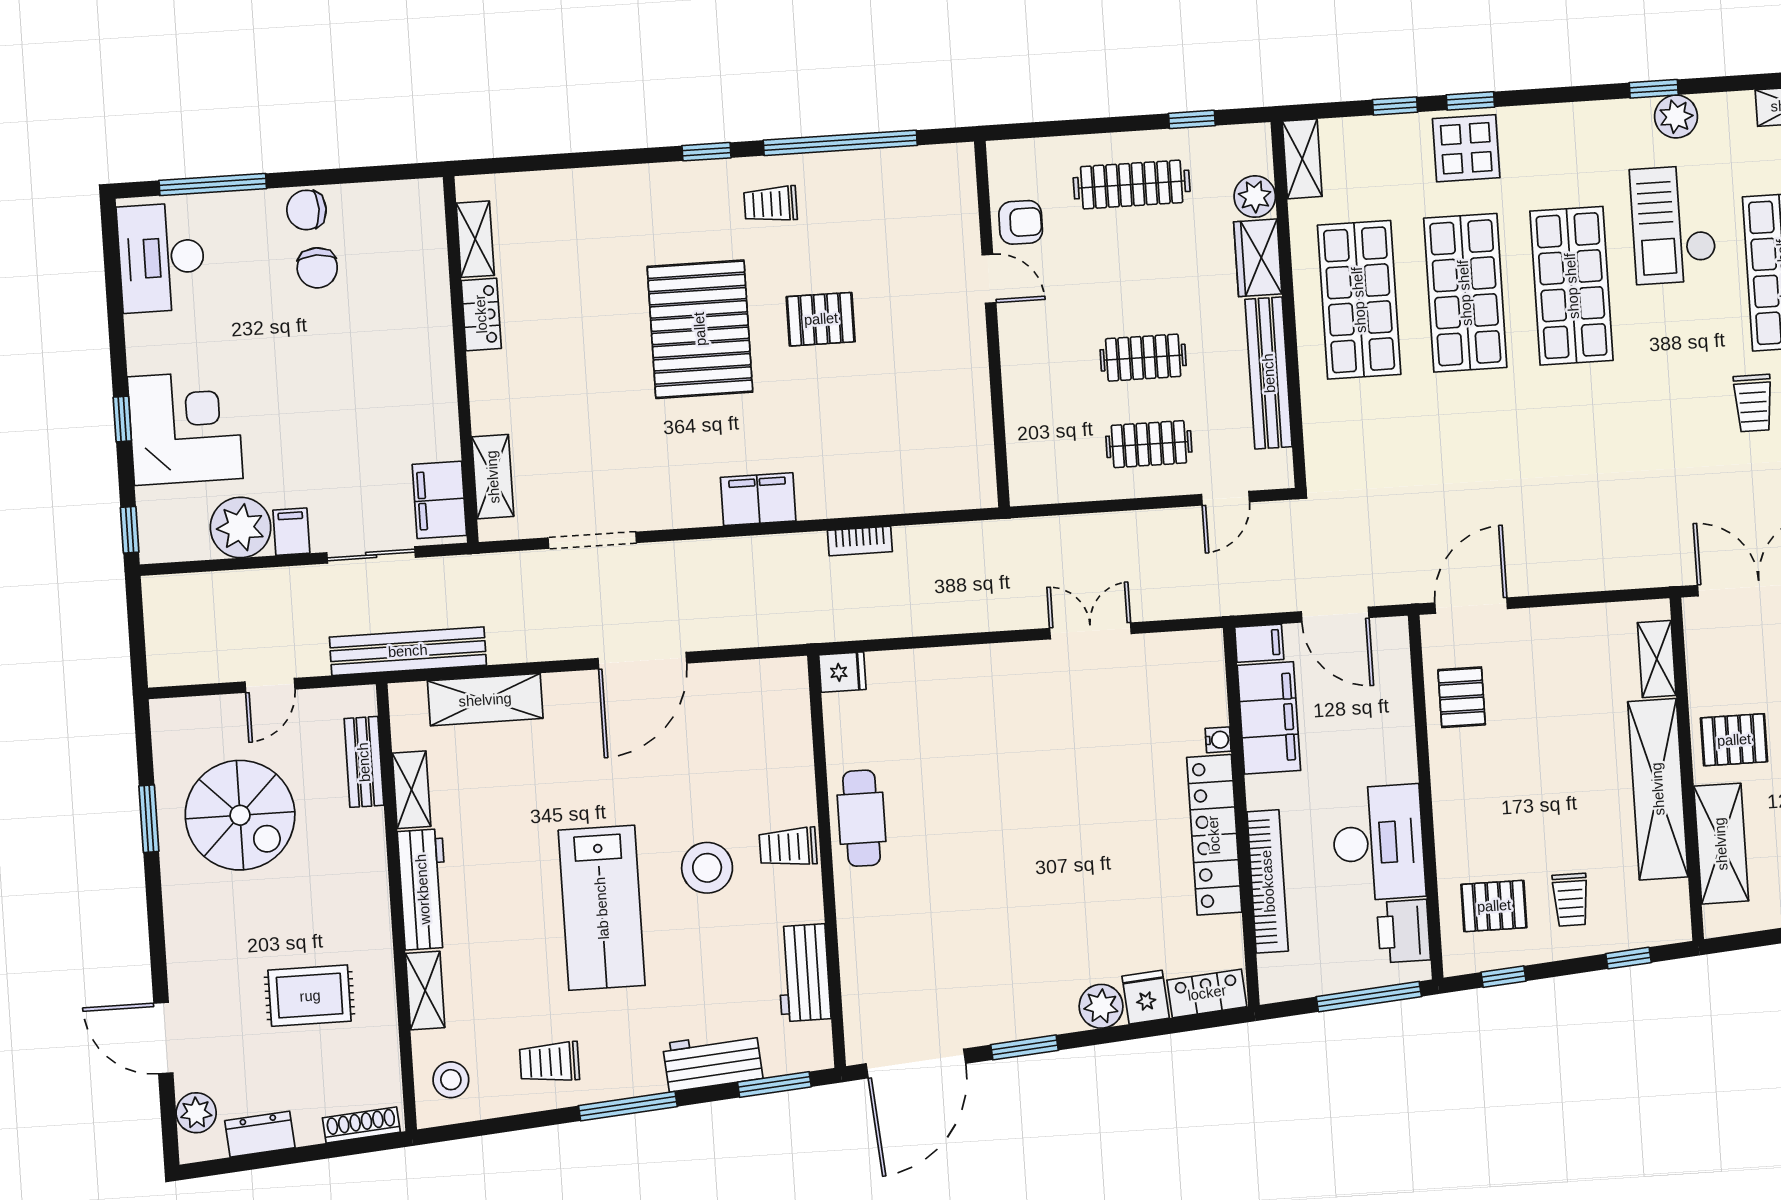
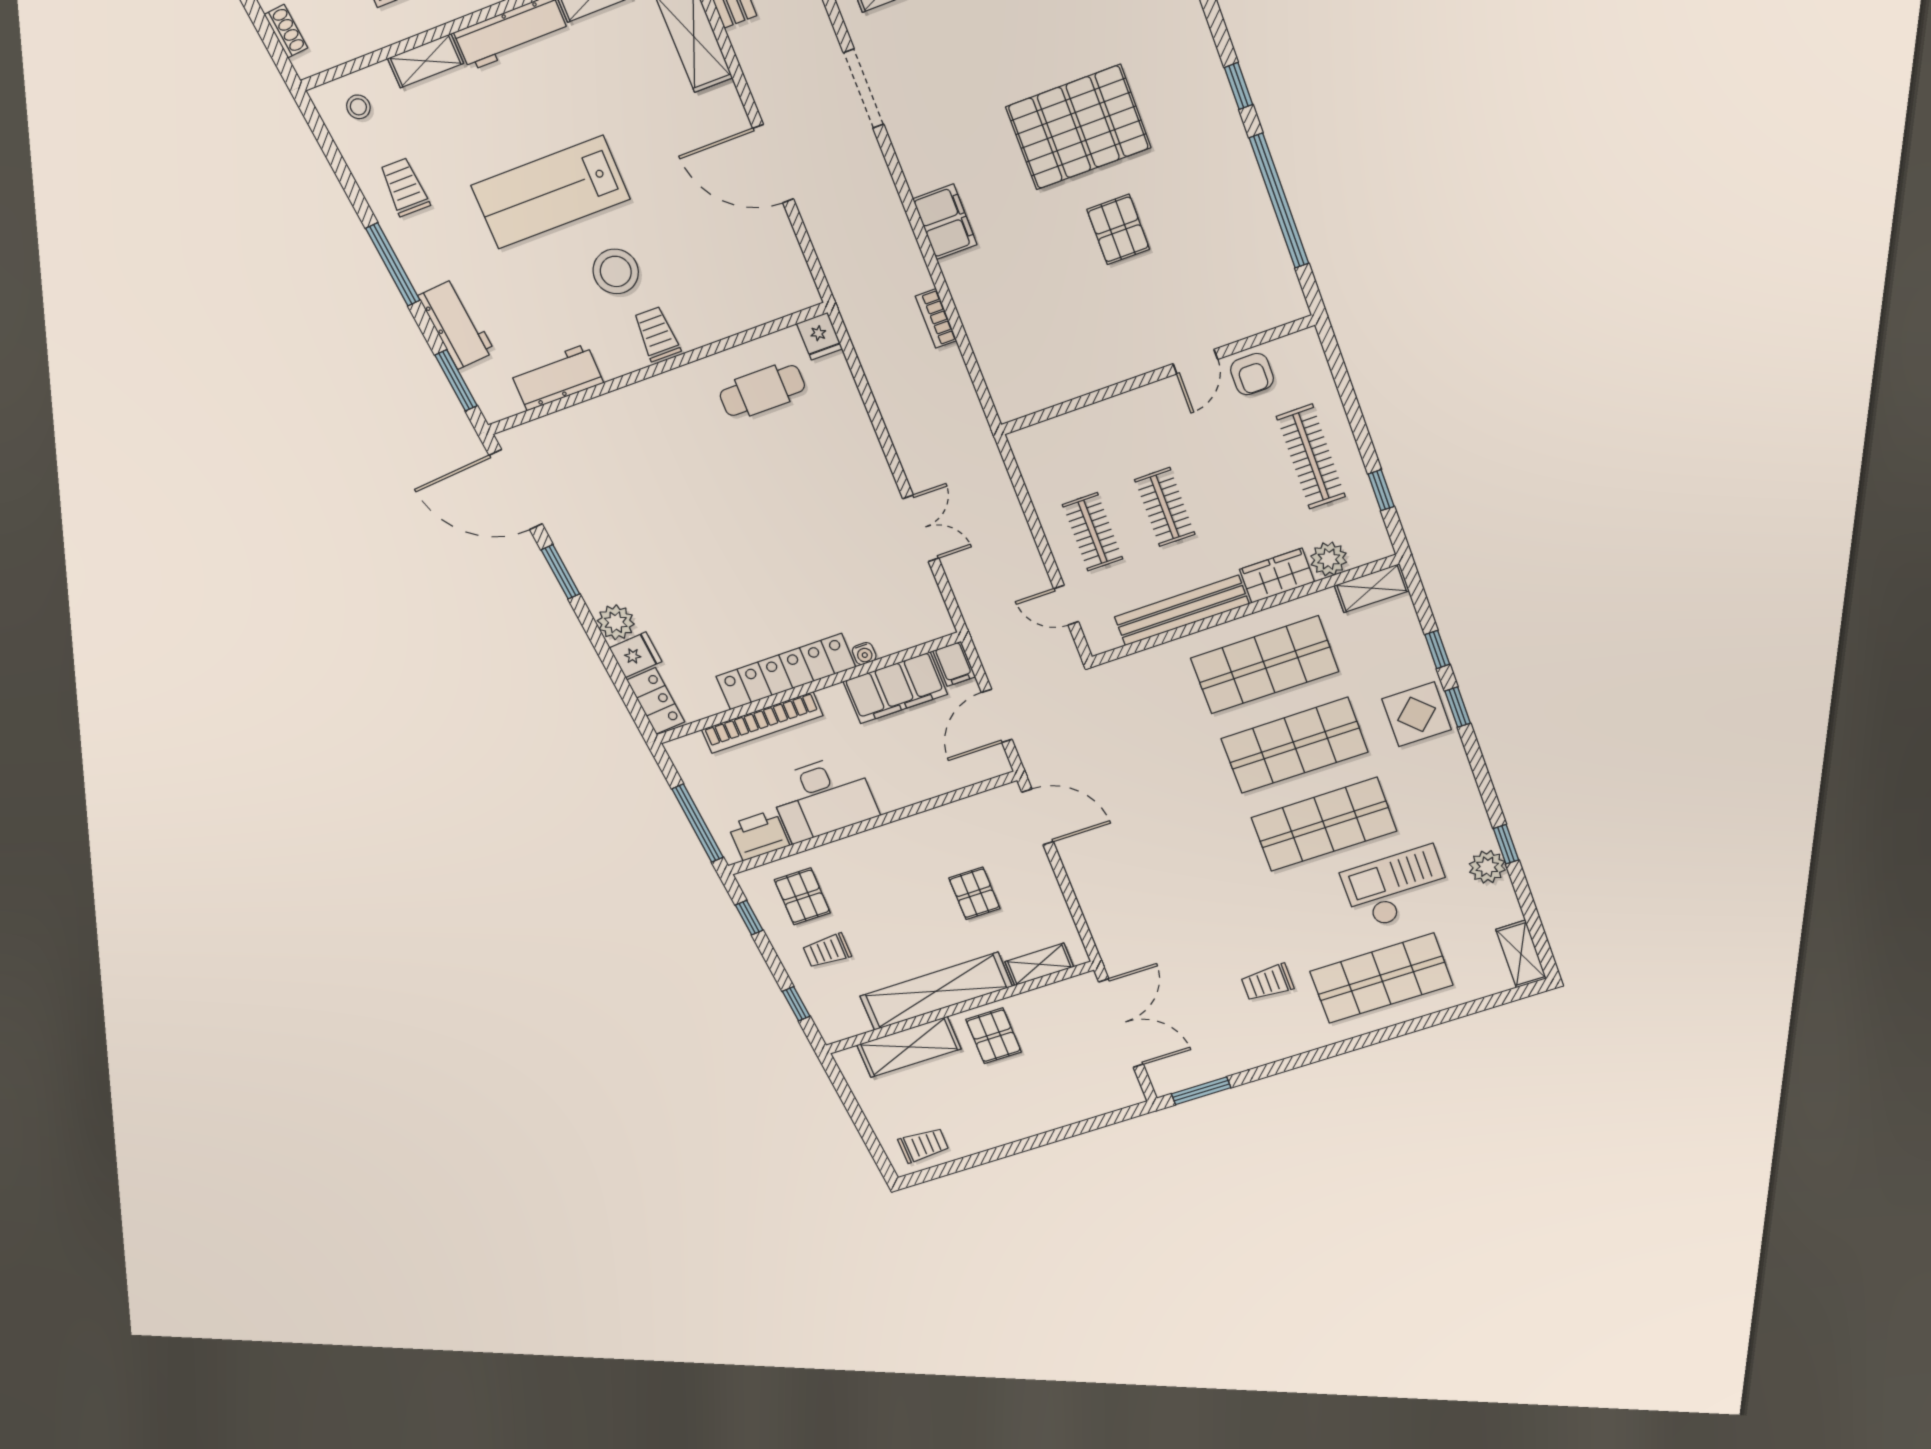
trolley: (770, 204) -> (1207, 156), removed
pallet: (1462, 697) -> (974, 893), moved, turned 90
cafe table: (862, 818) -> (762, 391), moved
stool: (451, 1080) -> (358, 107), width x0.73, depth x0.73
shoe rack: (361, 1125) -> (286, 31), width x0.70

